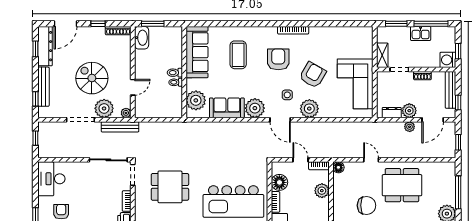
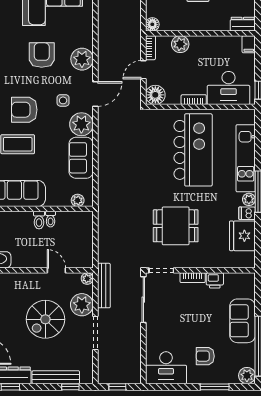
armchair: (278, 59) -> (24, 110), moved
armchair: (313, 75) -> (42, 55), turned 60
side table: (287, 95) -> (63, 100), moved
plant: (196, 100) -> (78, 200), width x0.53, depth x0.53
floor lamp: (279, 182) -> (155, 95), moved
dining table: (170, 187) -> (176, 226), turned 90

